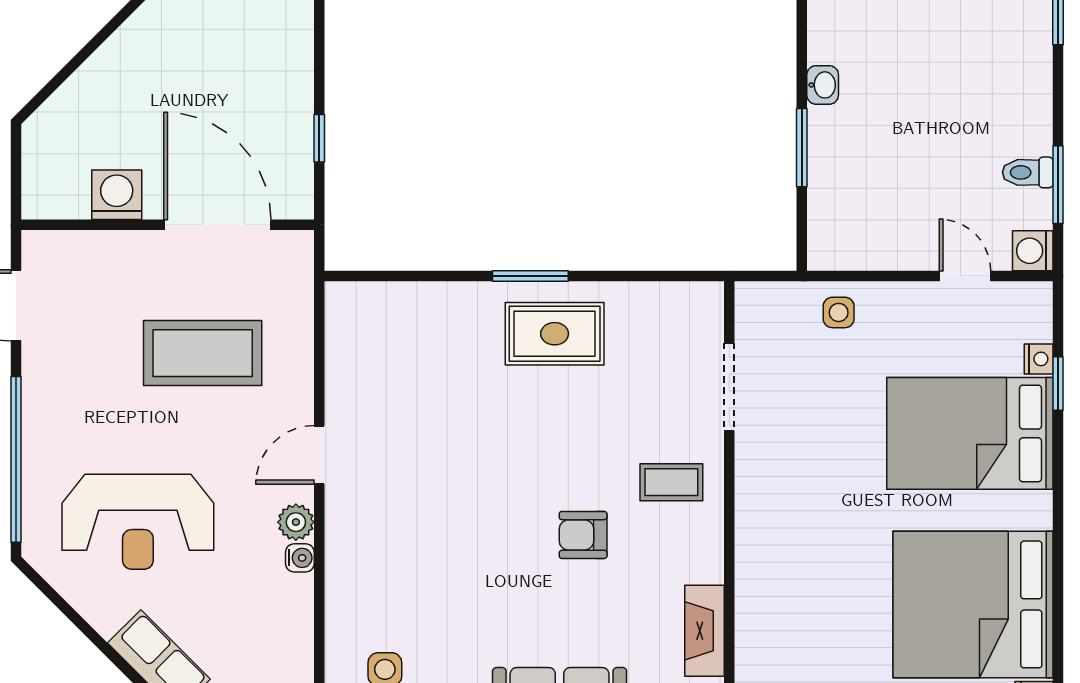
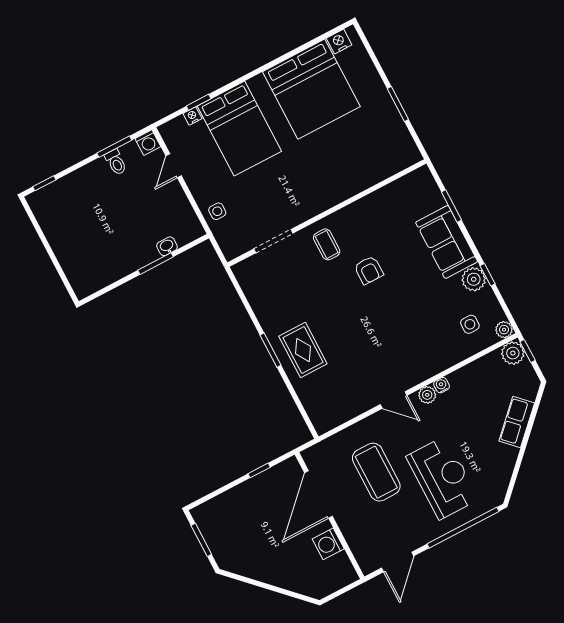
washbasin: (823, 85) -> (167, 246), moved
rug: (555, 334) -> (303, 350), moved
reception desk: (138, 522) -> (443, 478), moved
fireplace: (705, 631) -> (382, 197), removed

